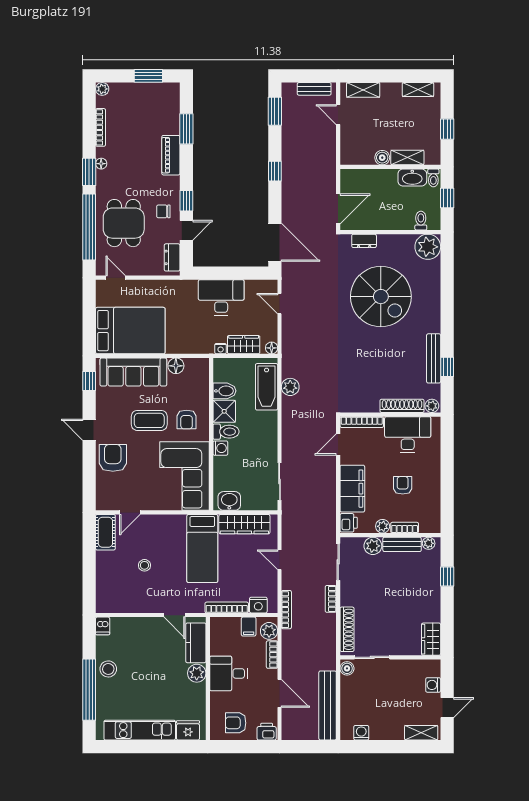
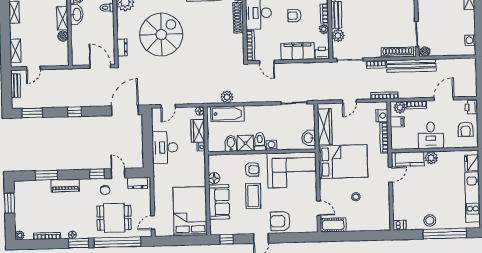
sofa: (133, 372) -> (219, 202), width x0.73
bed: (202, 548) -> (343, 162), width x1.50
bench: (328, 705) -> (411, 66), moved

